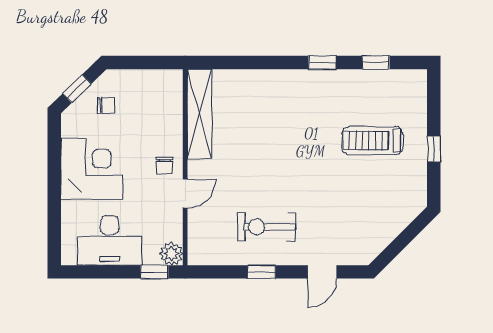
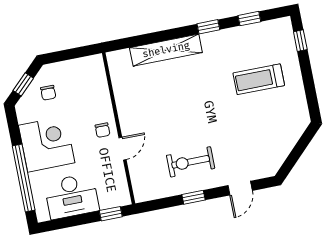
chair: (106, 105) -> (48, 93), turned 90
shelving: (200, 114) -> (166, 50), moved, turned 90
window: (434, 149) -> (300, 41), moved
window: (54, 206) -> (24, 178), added
plant: (171, 254) -> (121, 197), removed

